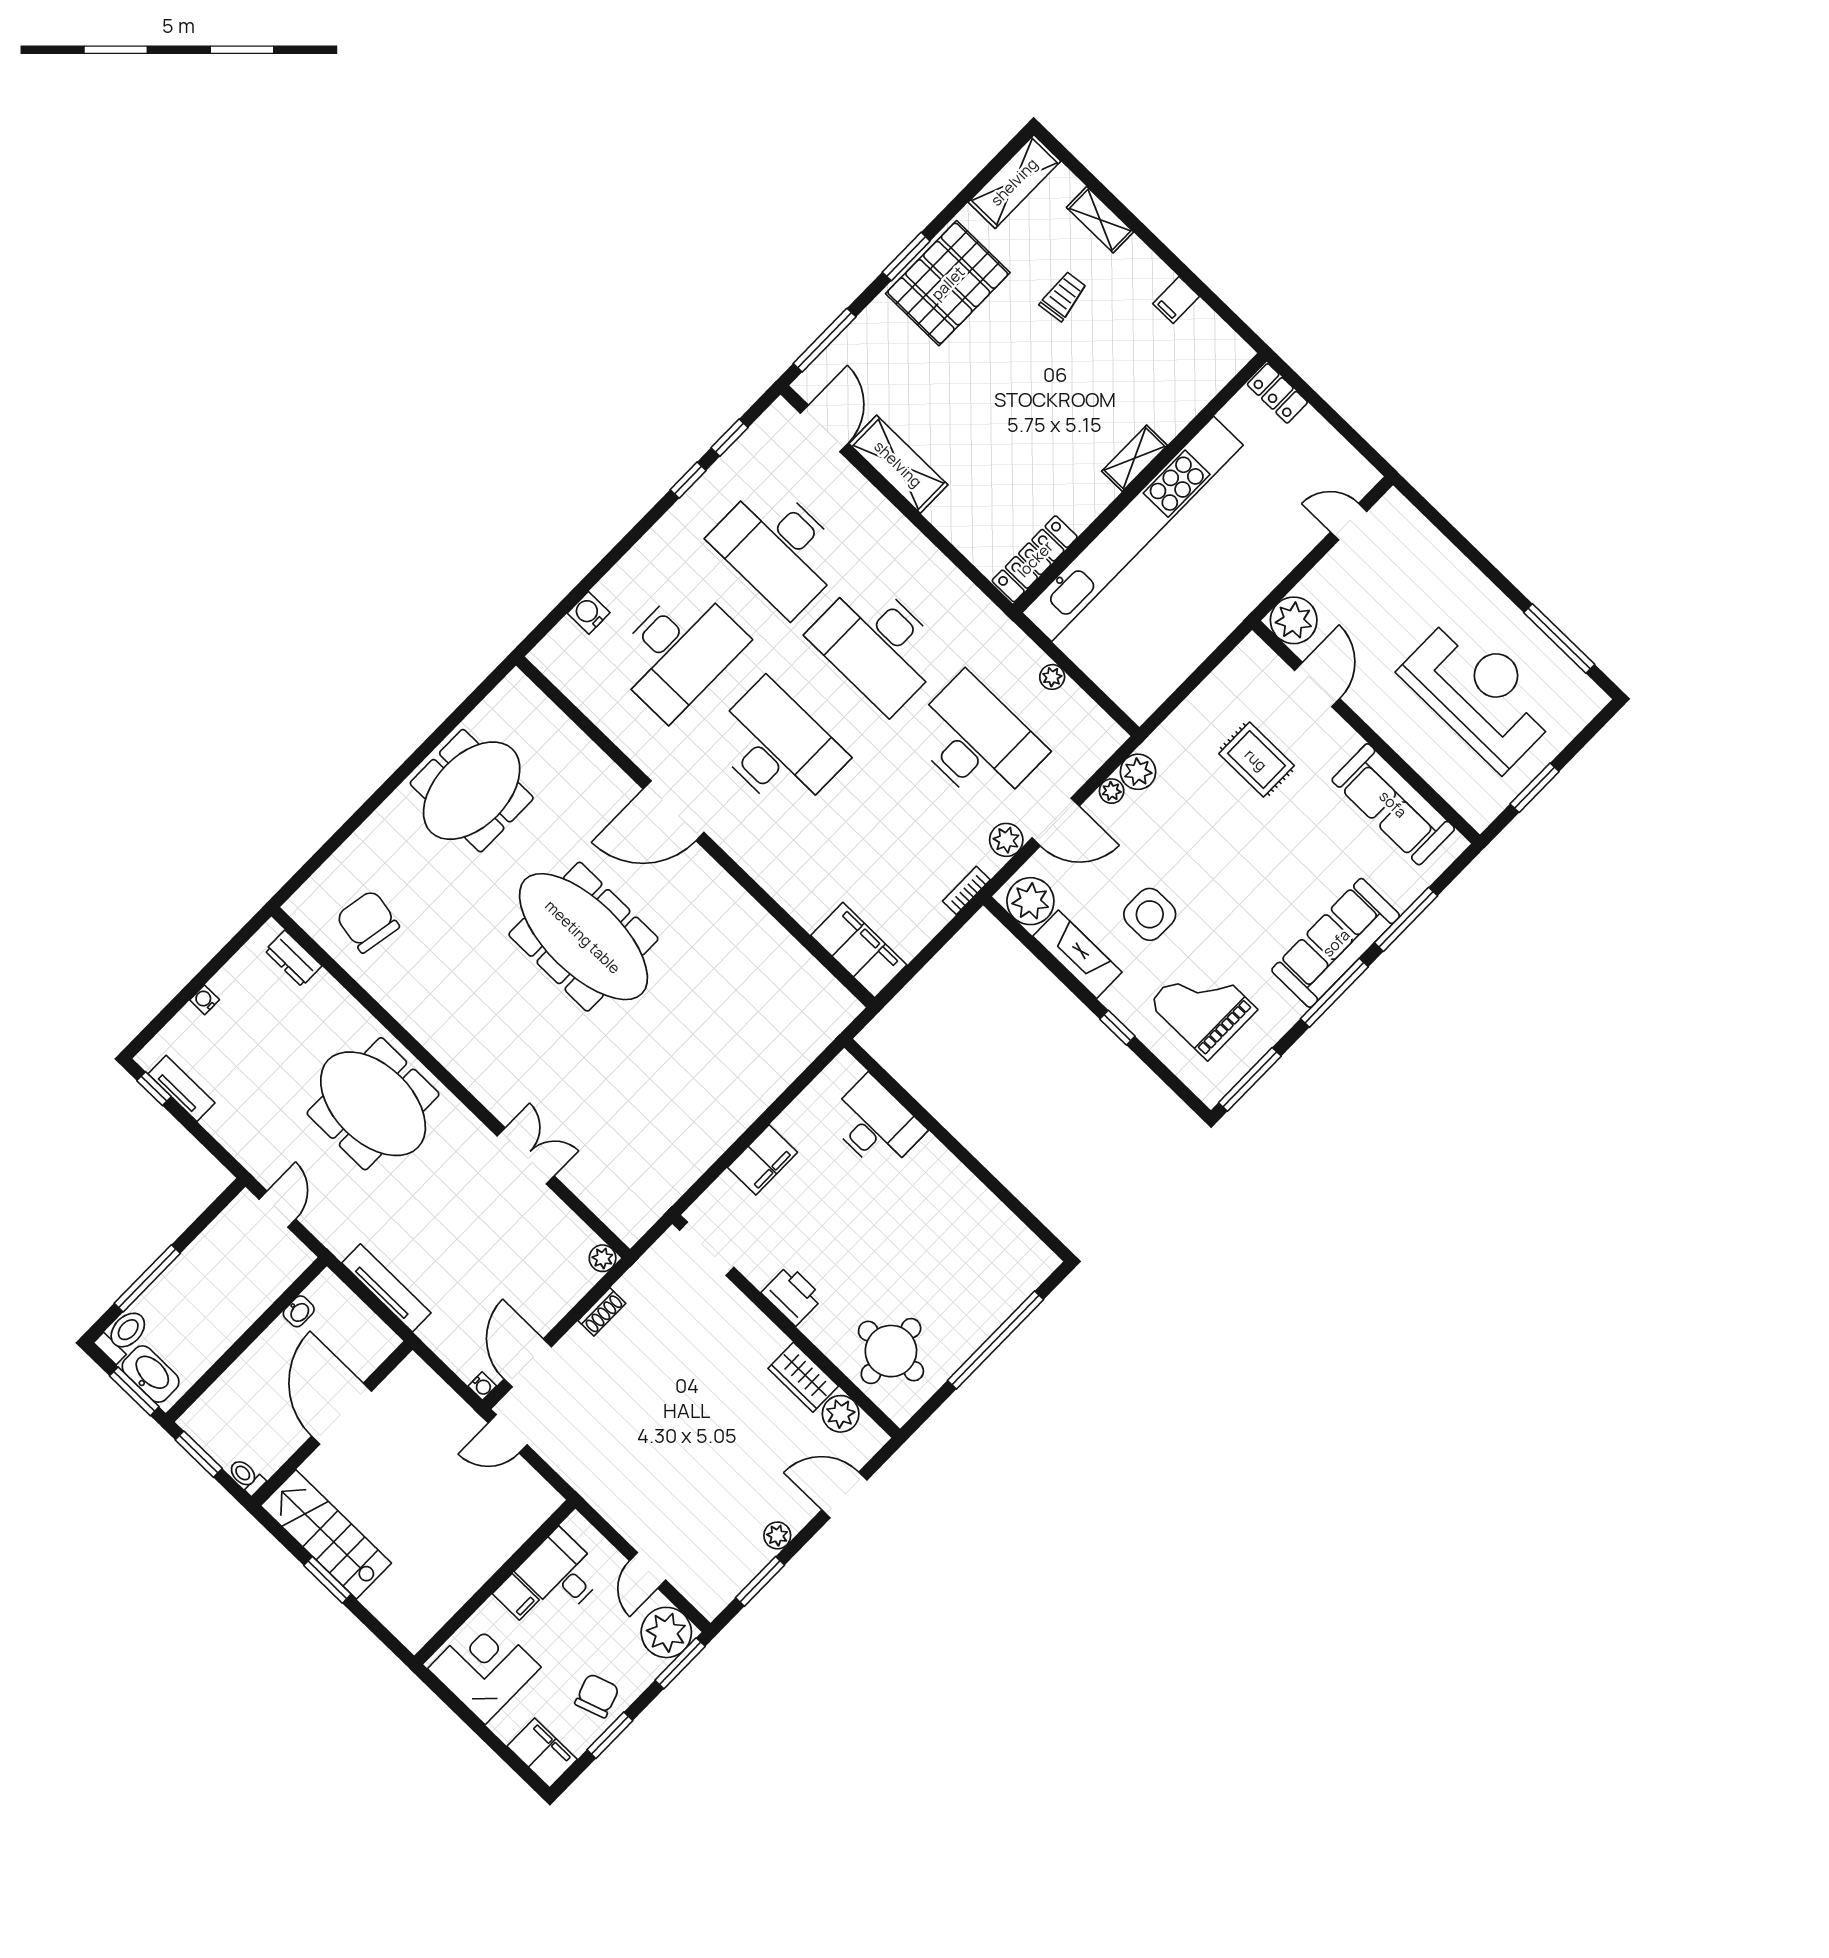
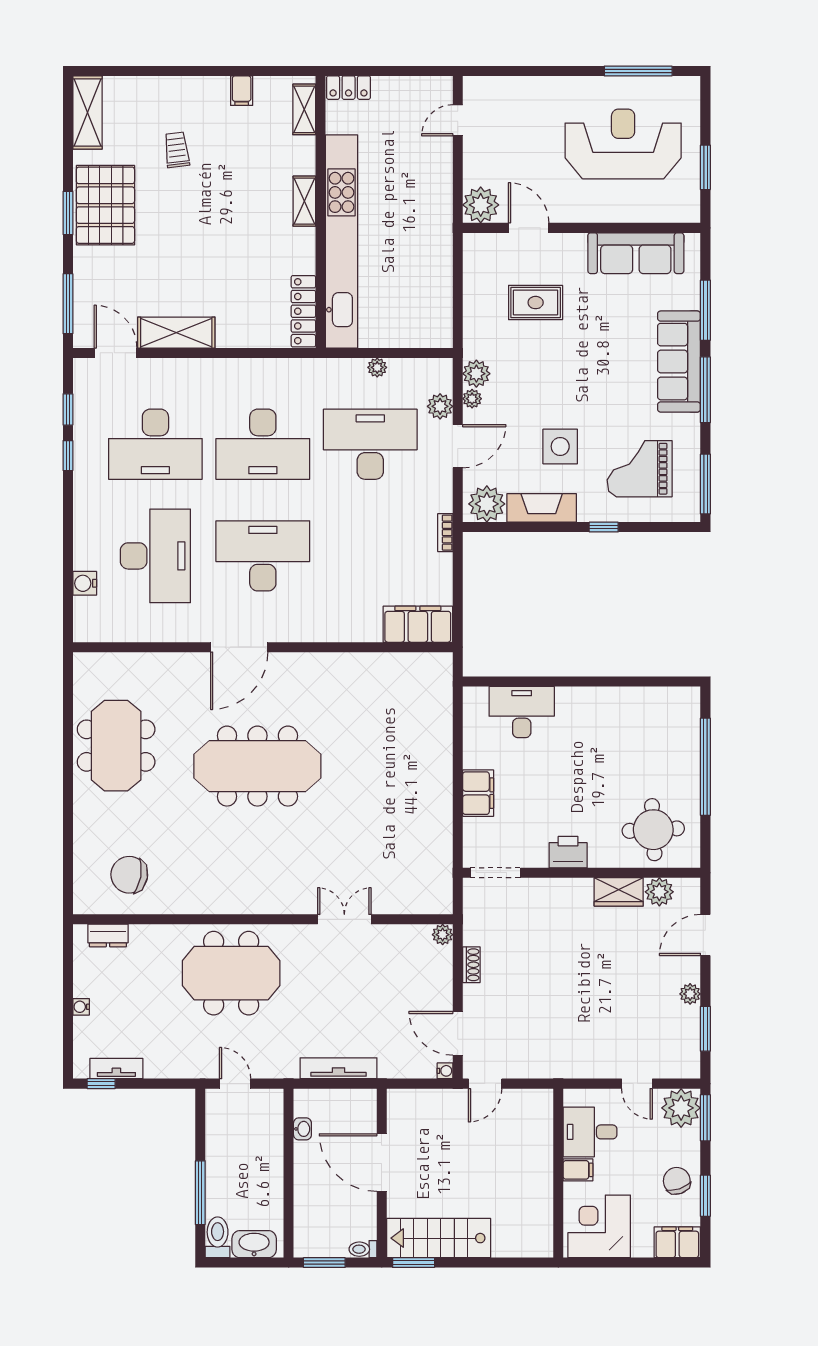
shelving: (1100, 220) -> (304, 109), moved, turned 90
plant: (1006, 840) -> (440, 406), moved
window: (134, 1391) -> (254, 1263), removed
window: (327, 1580) -> (414, 1263), moved

